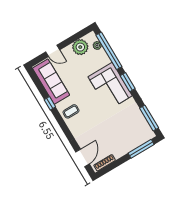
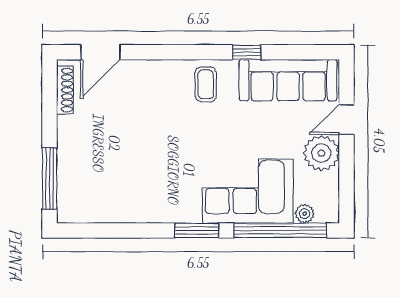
plant: (80, 47) -> (321, 153), moved
corner sofa: (110, 86) -> (248, 191), moved
window: (149, 118) -> (101, 230), removed
door: (83, 158) -> (100, 52), hinge flipped

